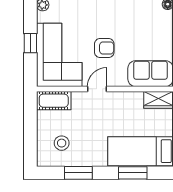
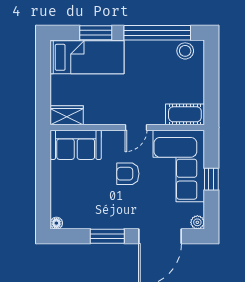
stool: (62, 143) -> (185, 51), moved
window: (78, 173) -> (157, 33), width x2.11

